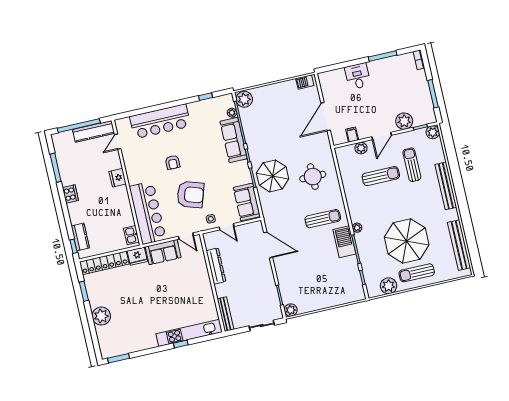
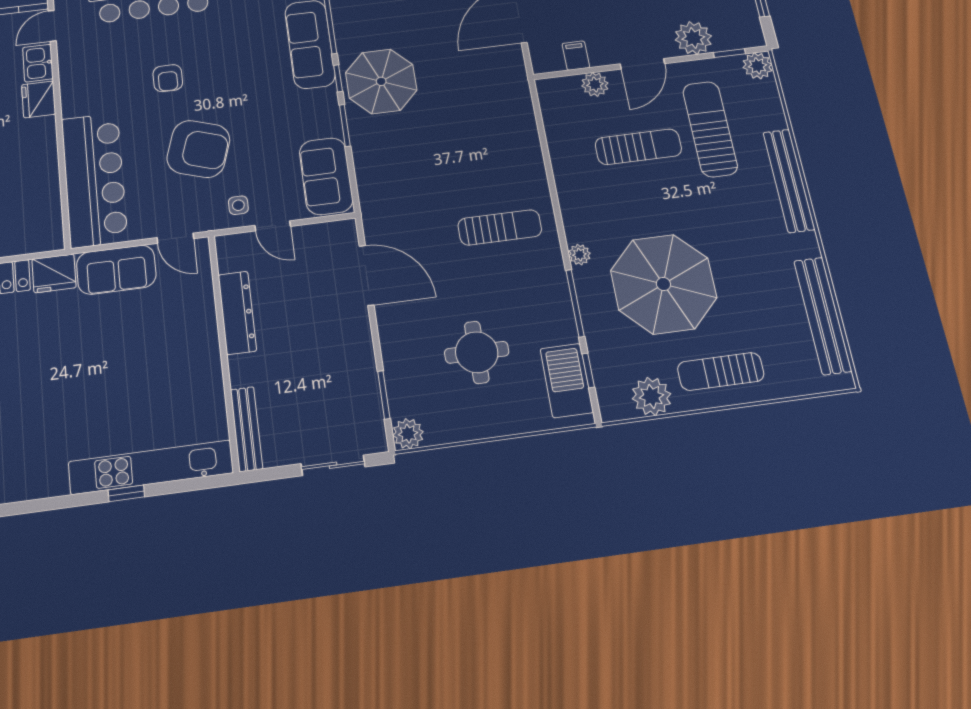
sun lounger: (412, 165) -> (710, 129), width x1.36, depth x1.34
parasol: (273, 176) -> (381, 81), moved
round table: (313, 177) -> (477, 352), moved
kitchen sink: (131, 235) -> (38, 63), moved
parasol: (407, 241) -> (663, 284), moved
barbecue: (344, 242) -> (567, 380), moved

